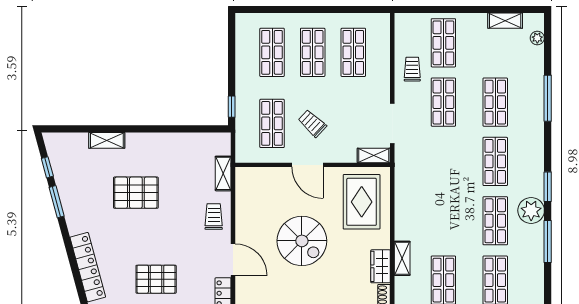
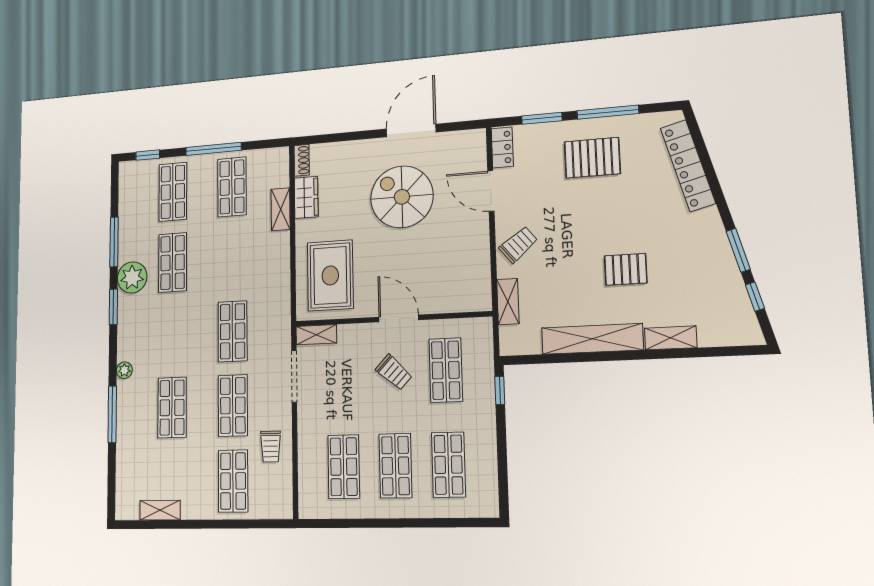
plant: (537, 38) -> (124, 370), moved
shelving: (162, 142) -> (592, 339), added
shop shelf: (495, 161) -> (233, 331), moved
pallet: (136, 193) -> (626, 269), width x0.67, depth x0.71
trolley: (214, 217) -> (518, 244), turned -129
spiral stairs: (302, 241) -> (402, 197), moved

